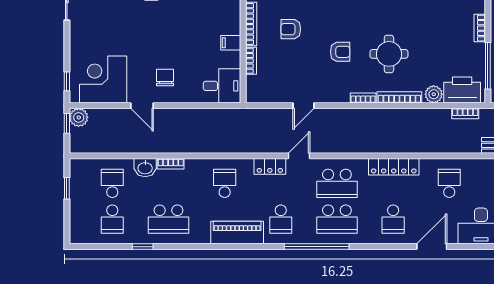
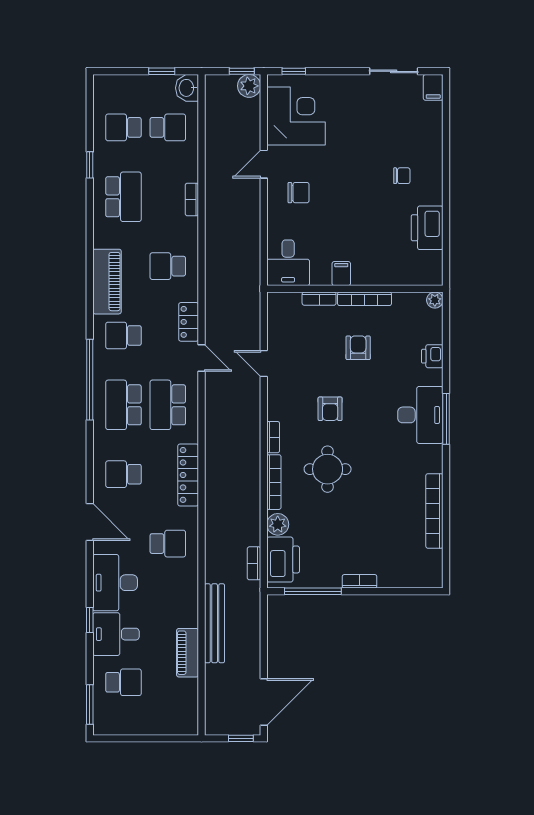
washbasin: (145, 168) -> (187, 88), moved
school desk: (225, 183) -> (168, 266), turned 180
school desk: (168, 219) -> (123, 197), turned 180

